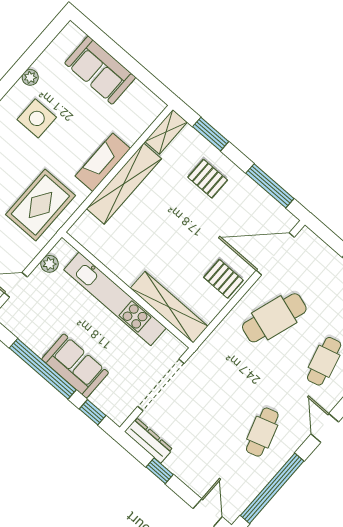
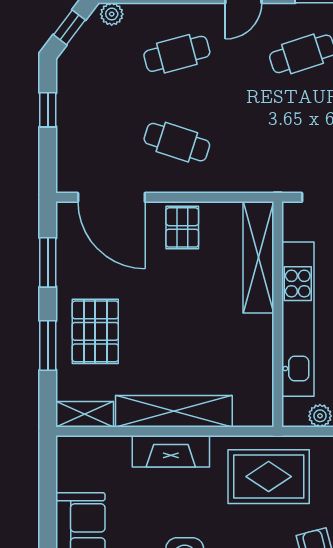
window: (211, 134) -> (48, 345), moved
pallet: (208, 179) -> (95, 331), width x1.50, depth x1.42
window: (270, 186) -> (48, 262), width x0.69
cafe table: (274, 318) -> (177, 142), width x0.73, depth x0.74

